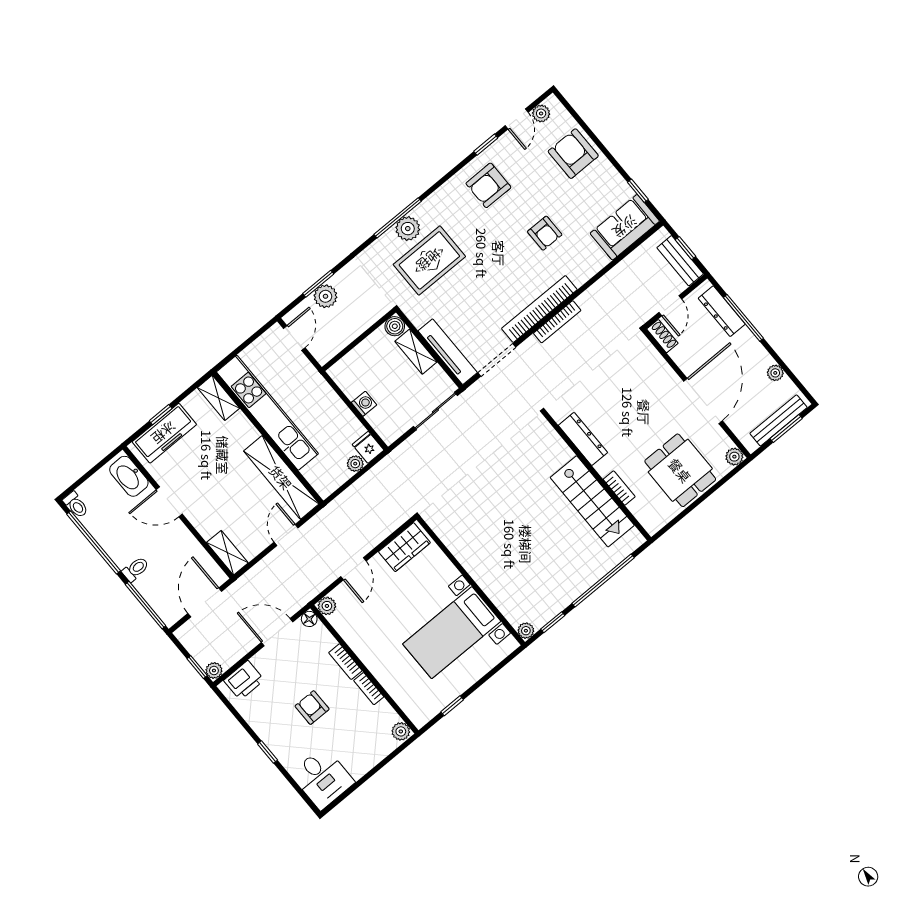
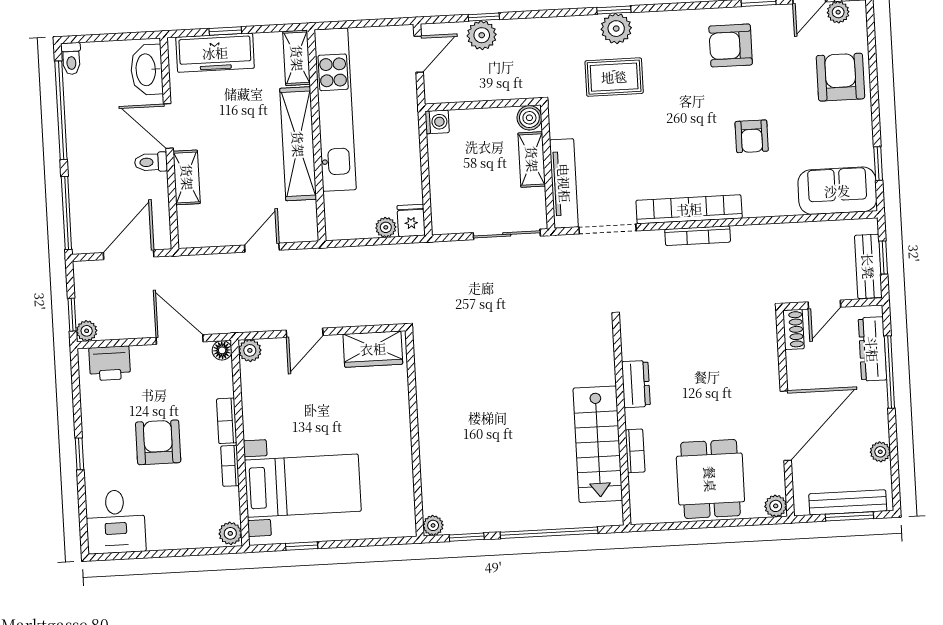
window: (398, 218) -> (614, 10), width x0.46
rug: (429, 260) -> (614, 77), width x0.73, depth x0.70
window: (318, 284) -> (484, 17), width x0.67
washing machine: (364, 404) -> (437, 122), moved
dresser: (583, 439) -> (636, 384), width x0.70
shelving: (281, 477) -> (298, 144), moved
shelving: (227, 553) -> (187, 177), moved
toilet: (136, 569) -> (151, 162), moved, turned 180
bed with nightstands: (452, 633) -> (303, 486), moved, turned 180
armchair: (312, 708) -> (158, 442), width x1.38, depth x1.38

